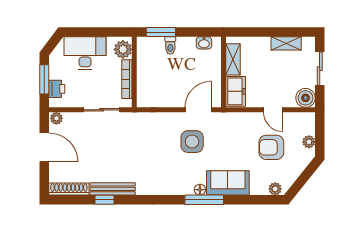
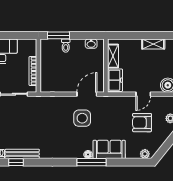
plant: (123, 49) -> (30, 49), removed
door: (273, 110) -> (143, 94), hinge flipped

